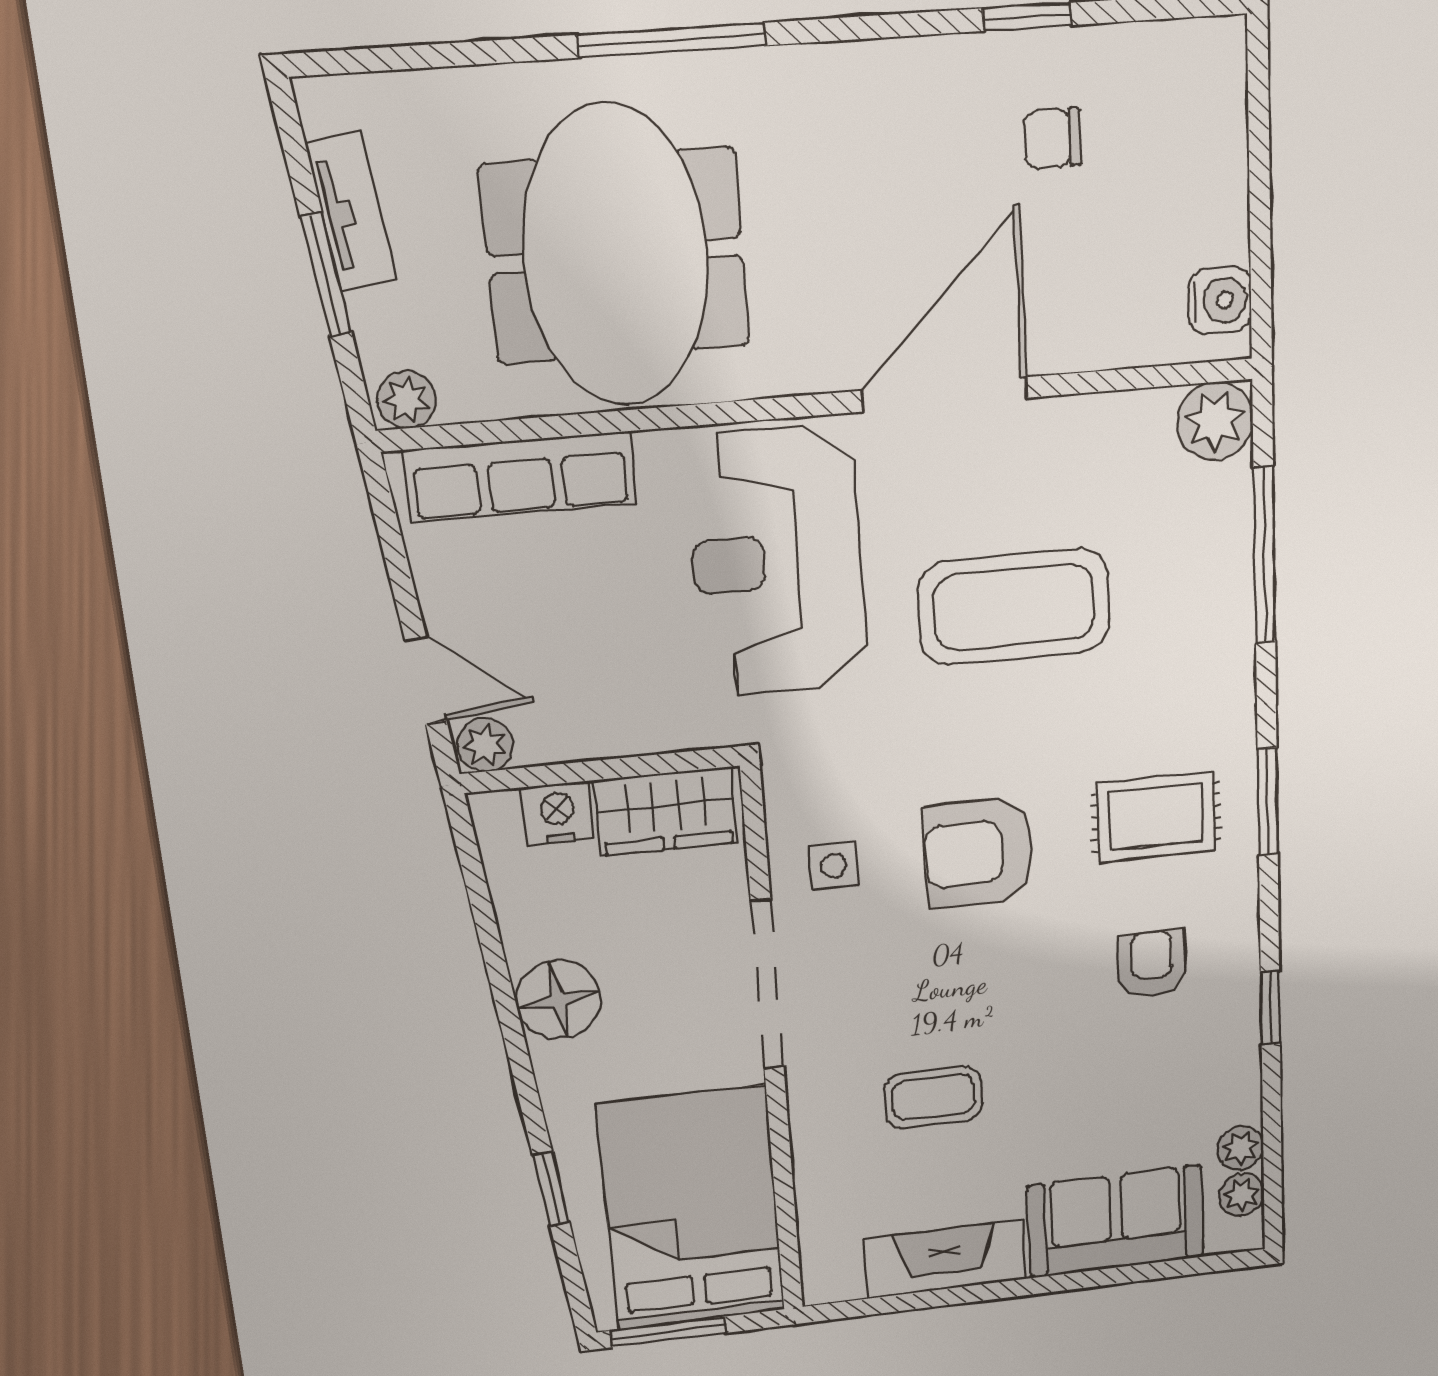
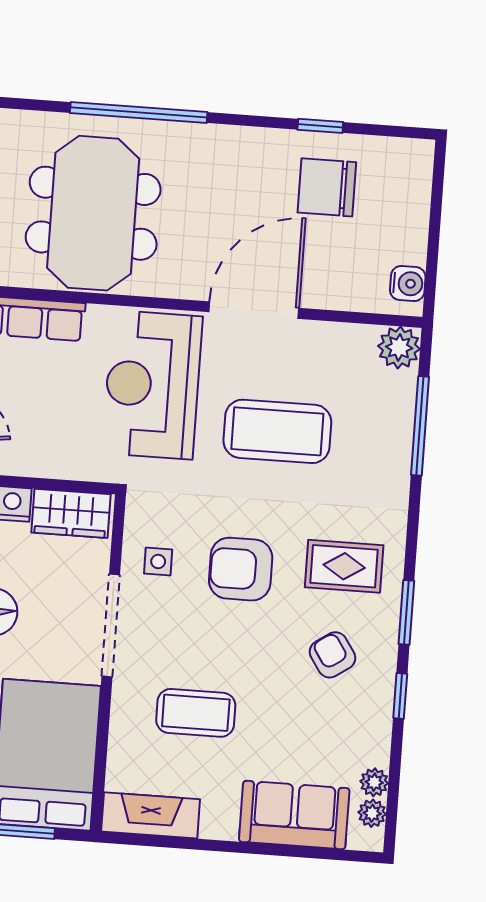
window: (672, 40) -> (139, 113), width x1.46
chair: (1053, 138) -> (327, 187), width x1.87, depth x1.87
window: (1268, 802) -> (406, 612), moved
armchair: (1152, 964) -> (332, 655), turned -34
coffee table: (933, 1097) -> (196, 713), width x1.36, depth x1.30
fireplace: (945, 1259) -> (151, 815), moved

